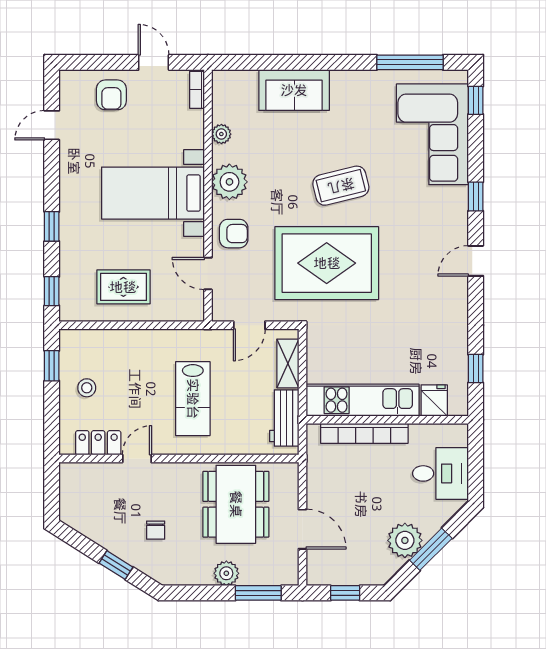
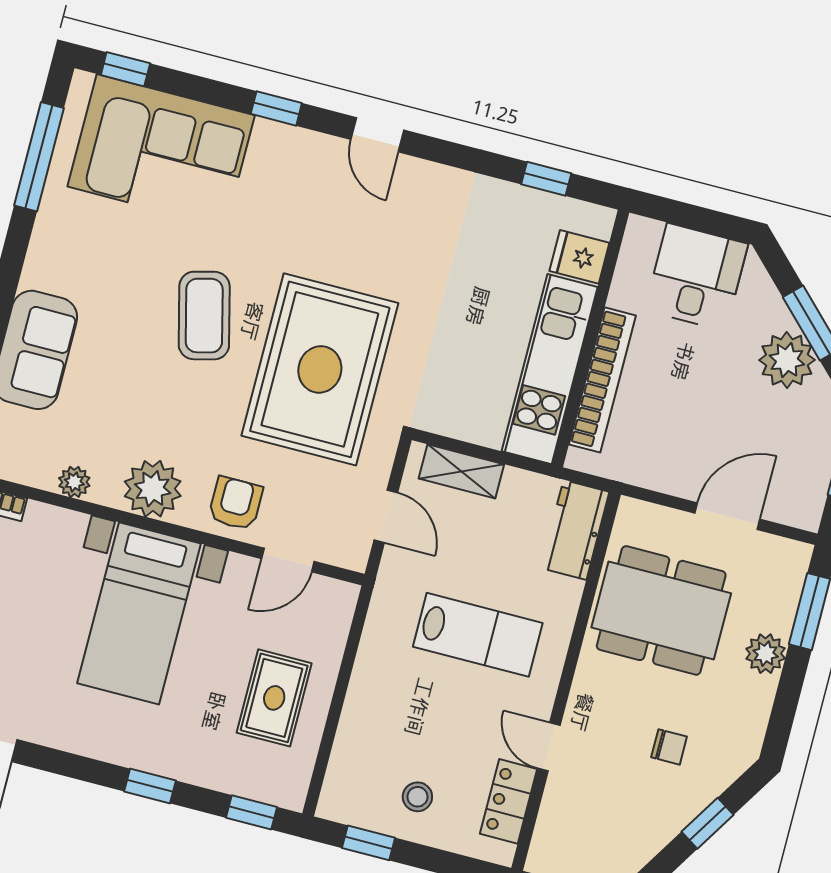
workbench: (284, 418) -> (575, 530), moved, turned 90

